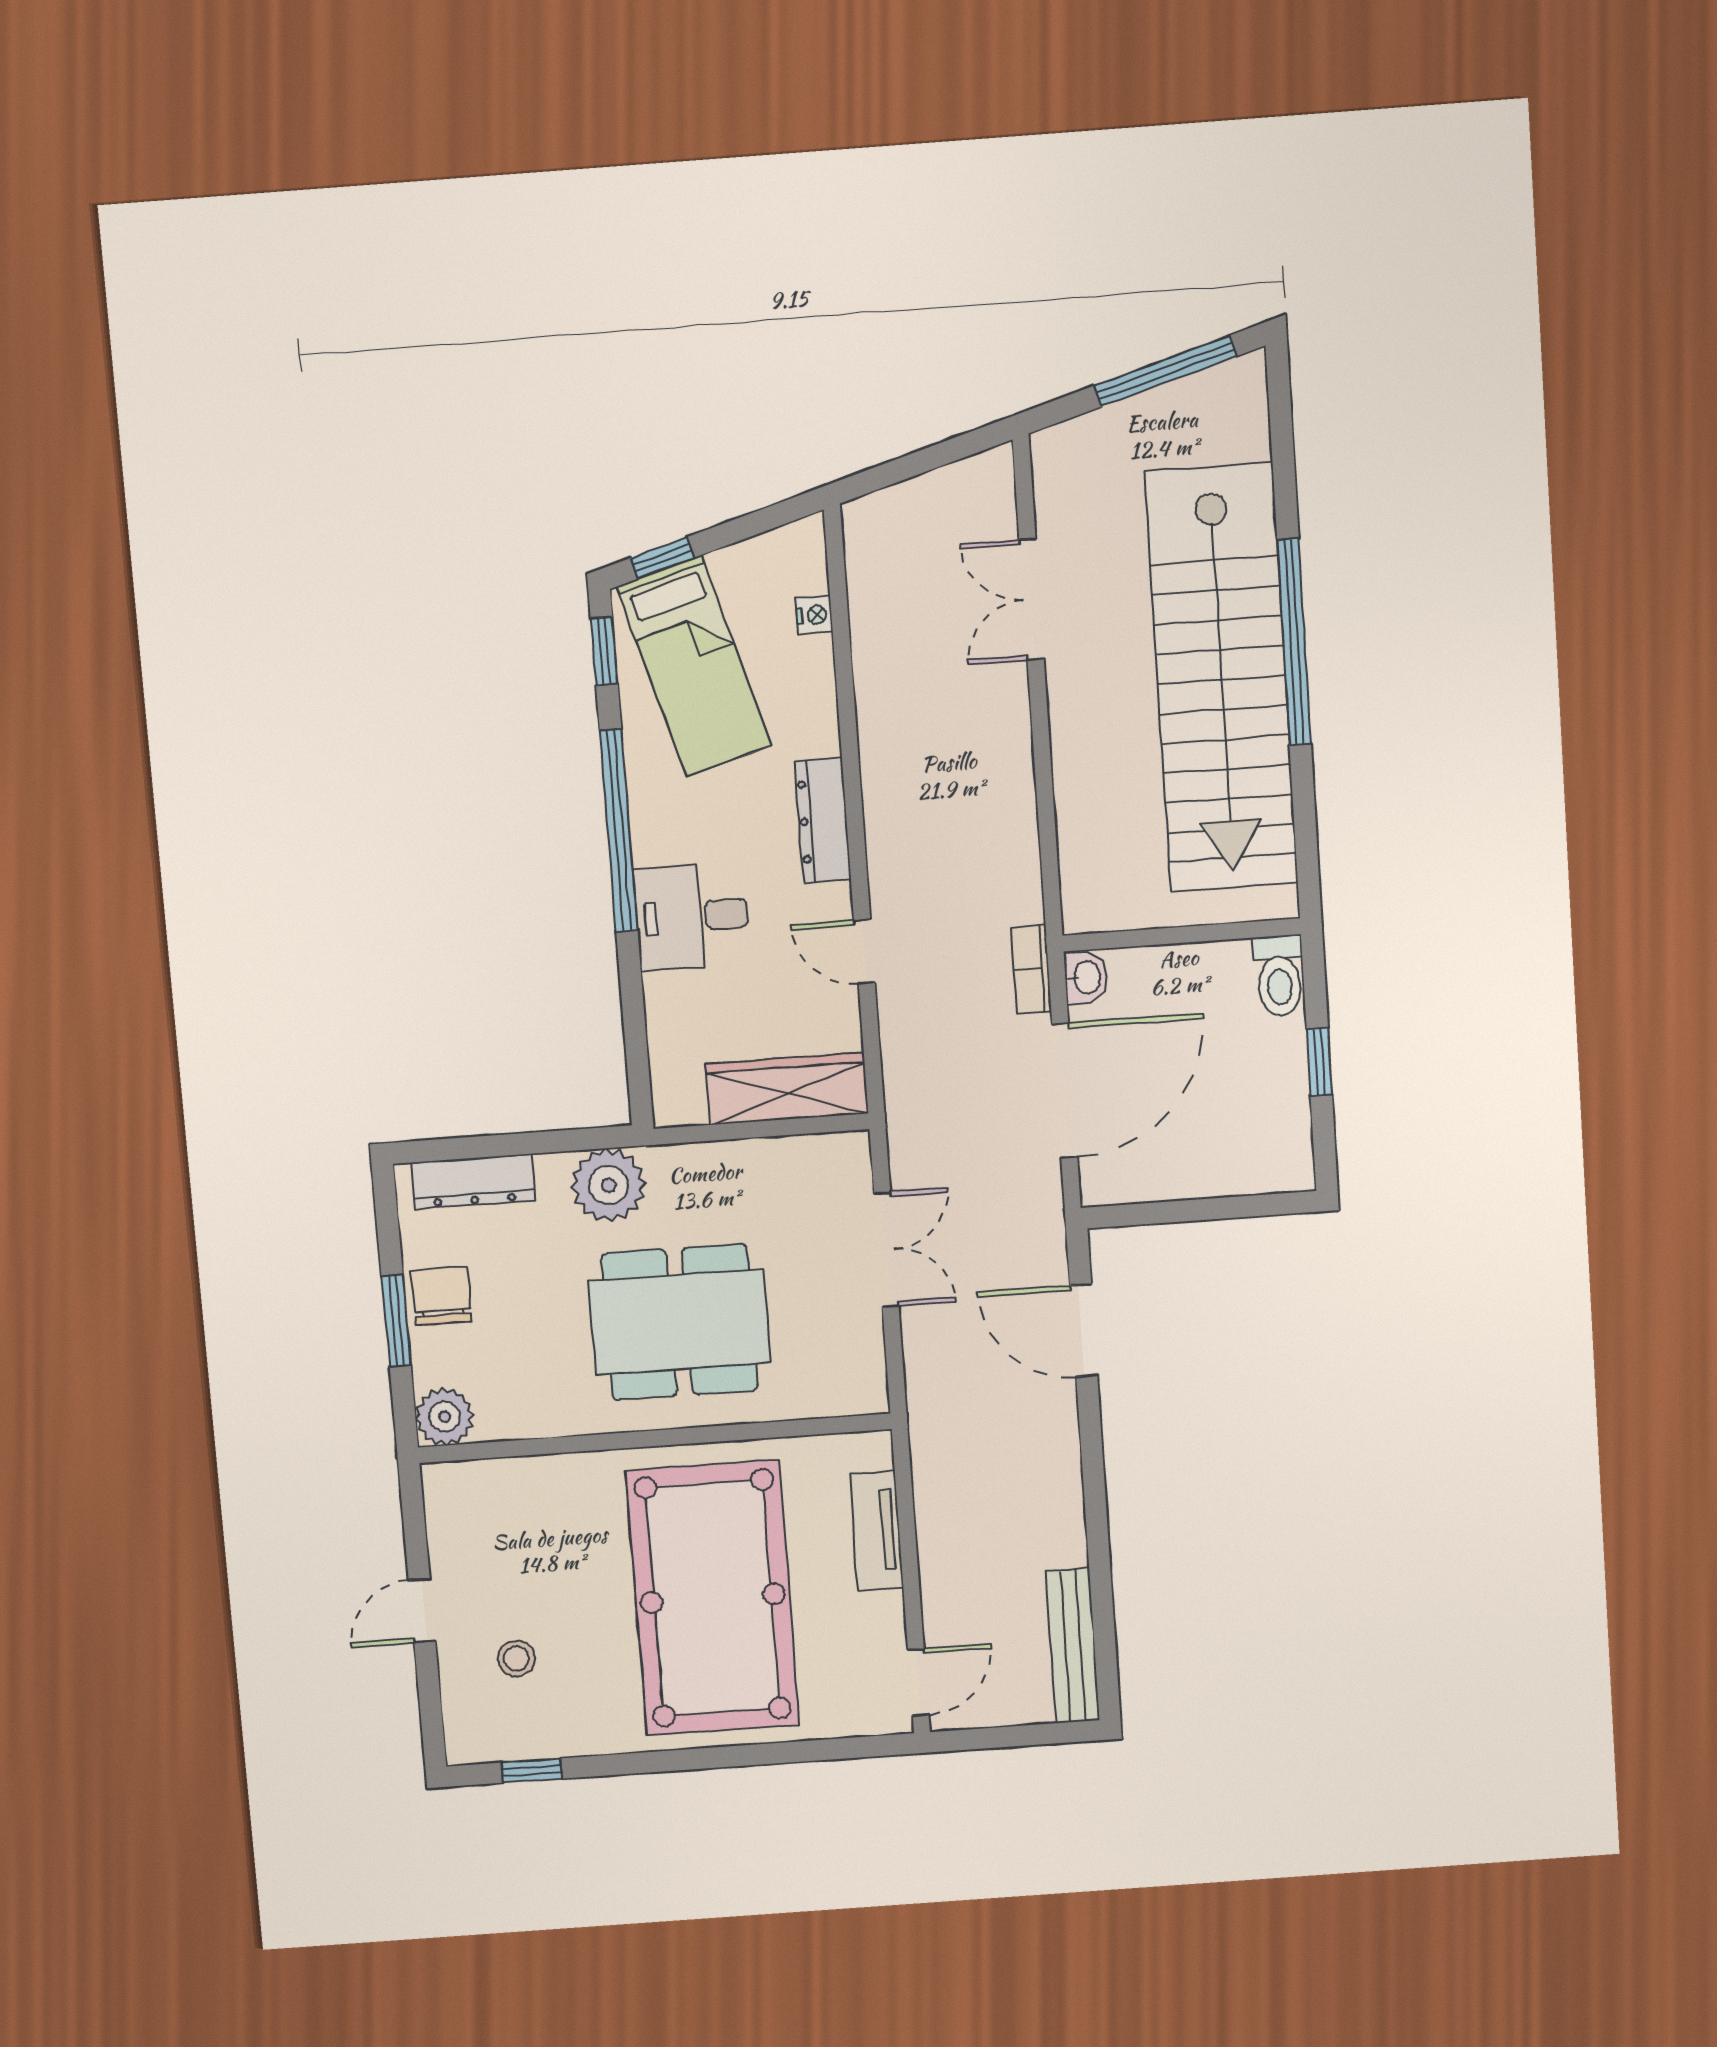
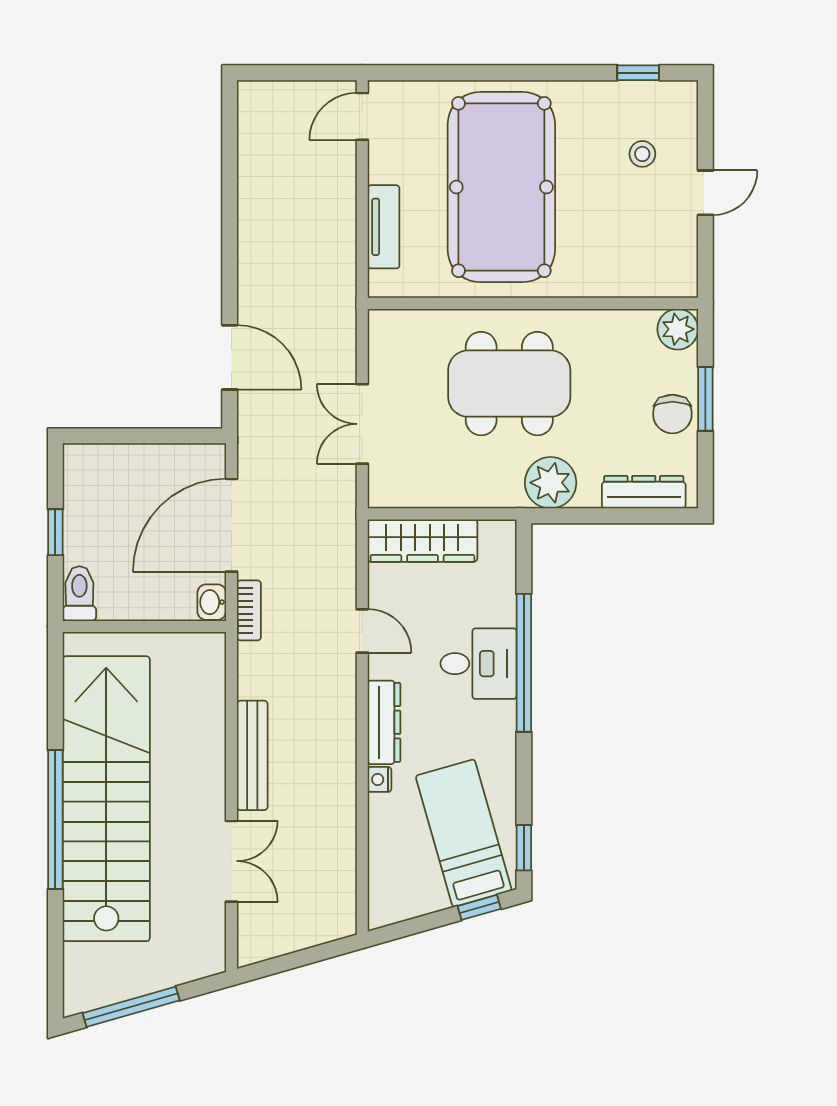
nightstand: (814, 615) -> (380, 779), moved
window: (619, 830) -> (524, 663), moved
bench: (1073, 1646) -> (252, 755), moved

